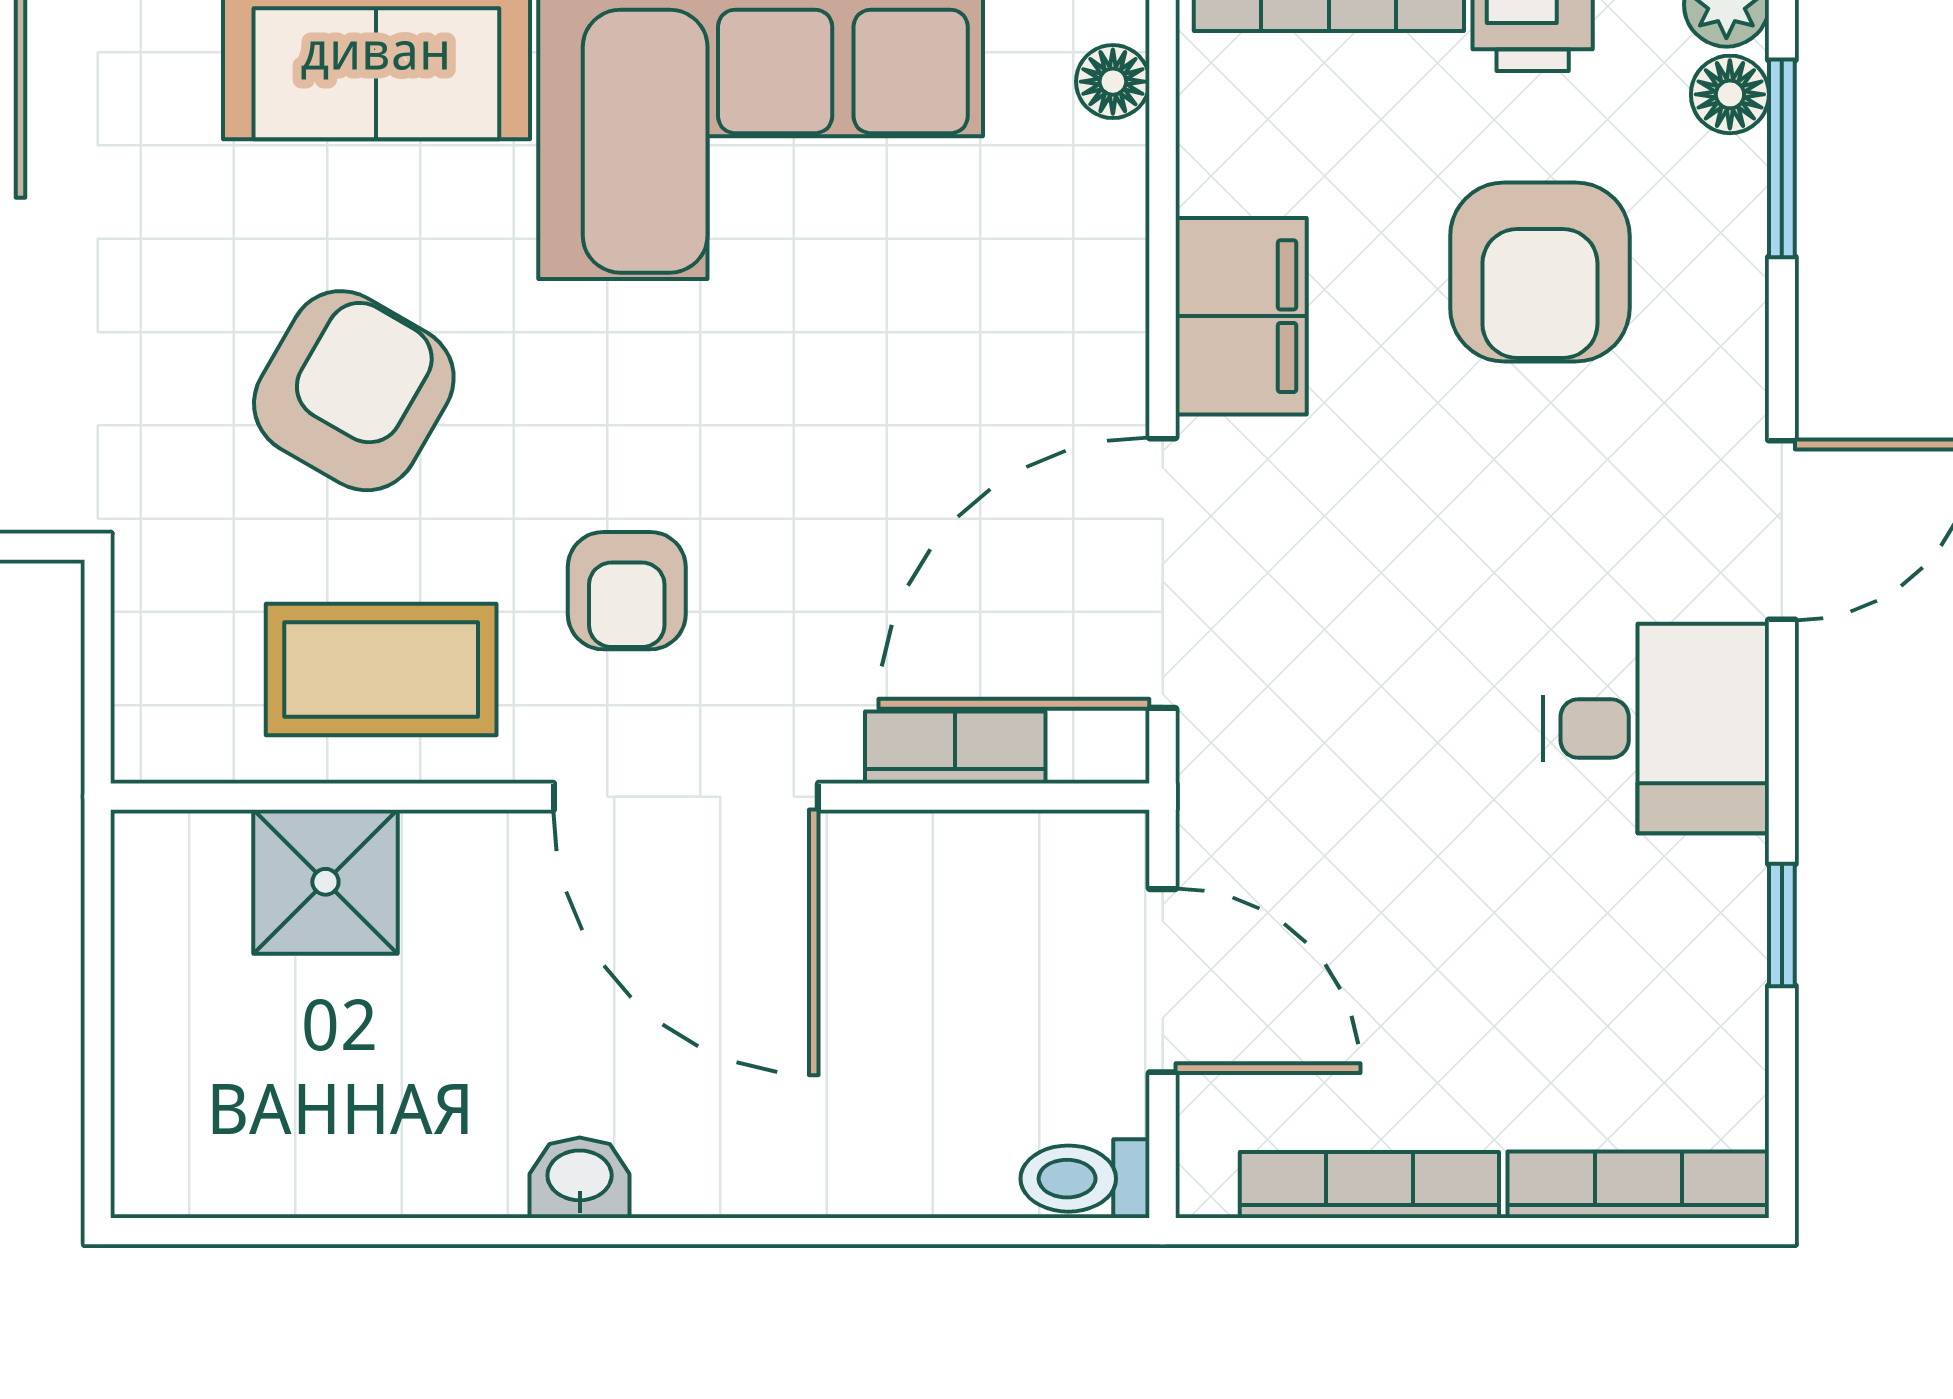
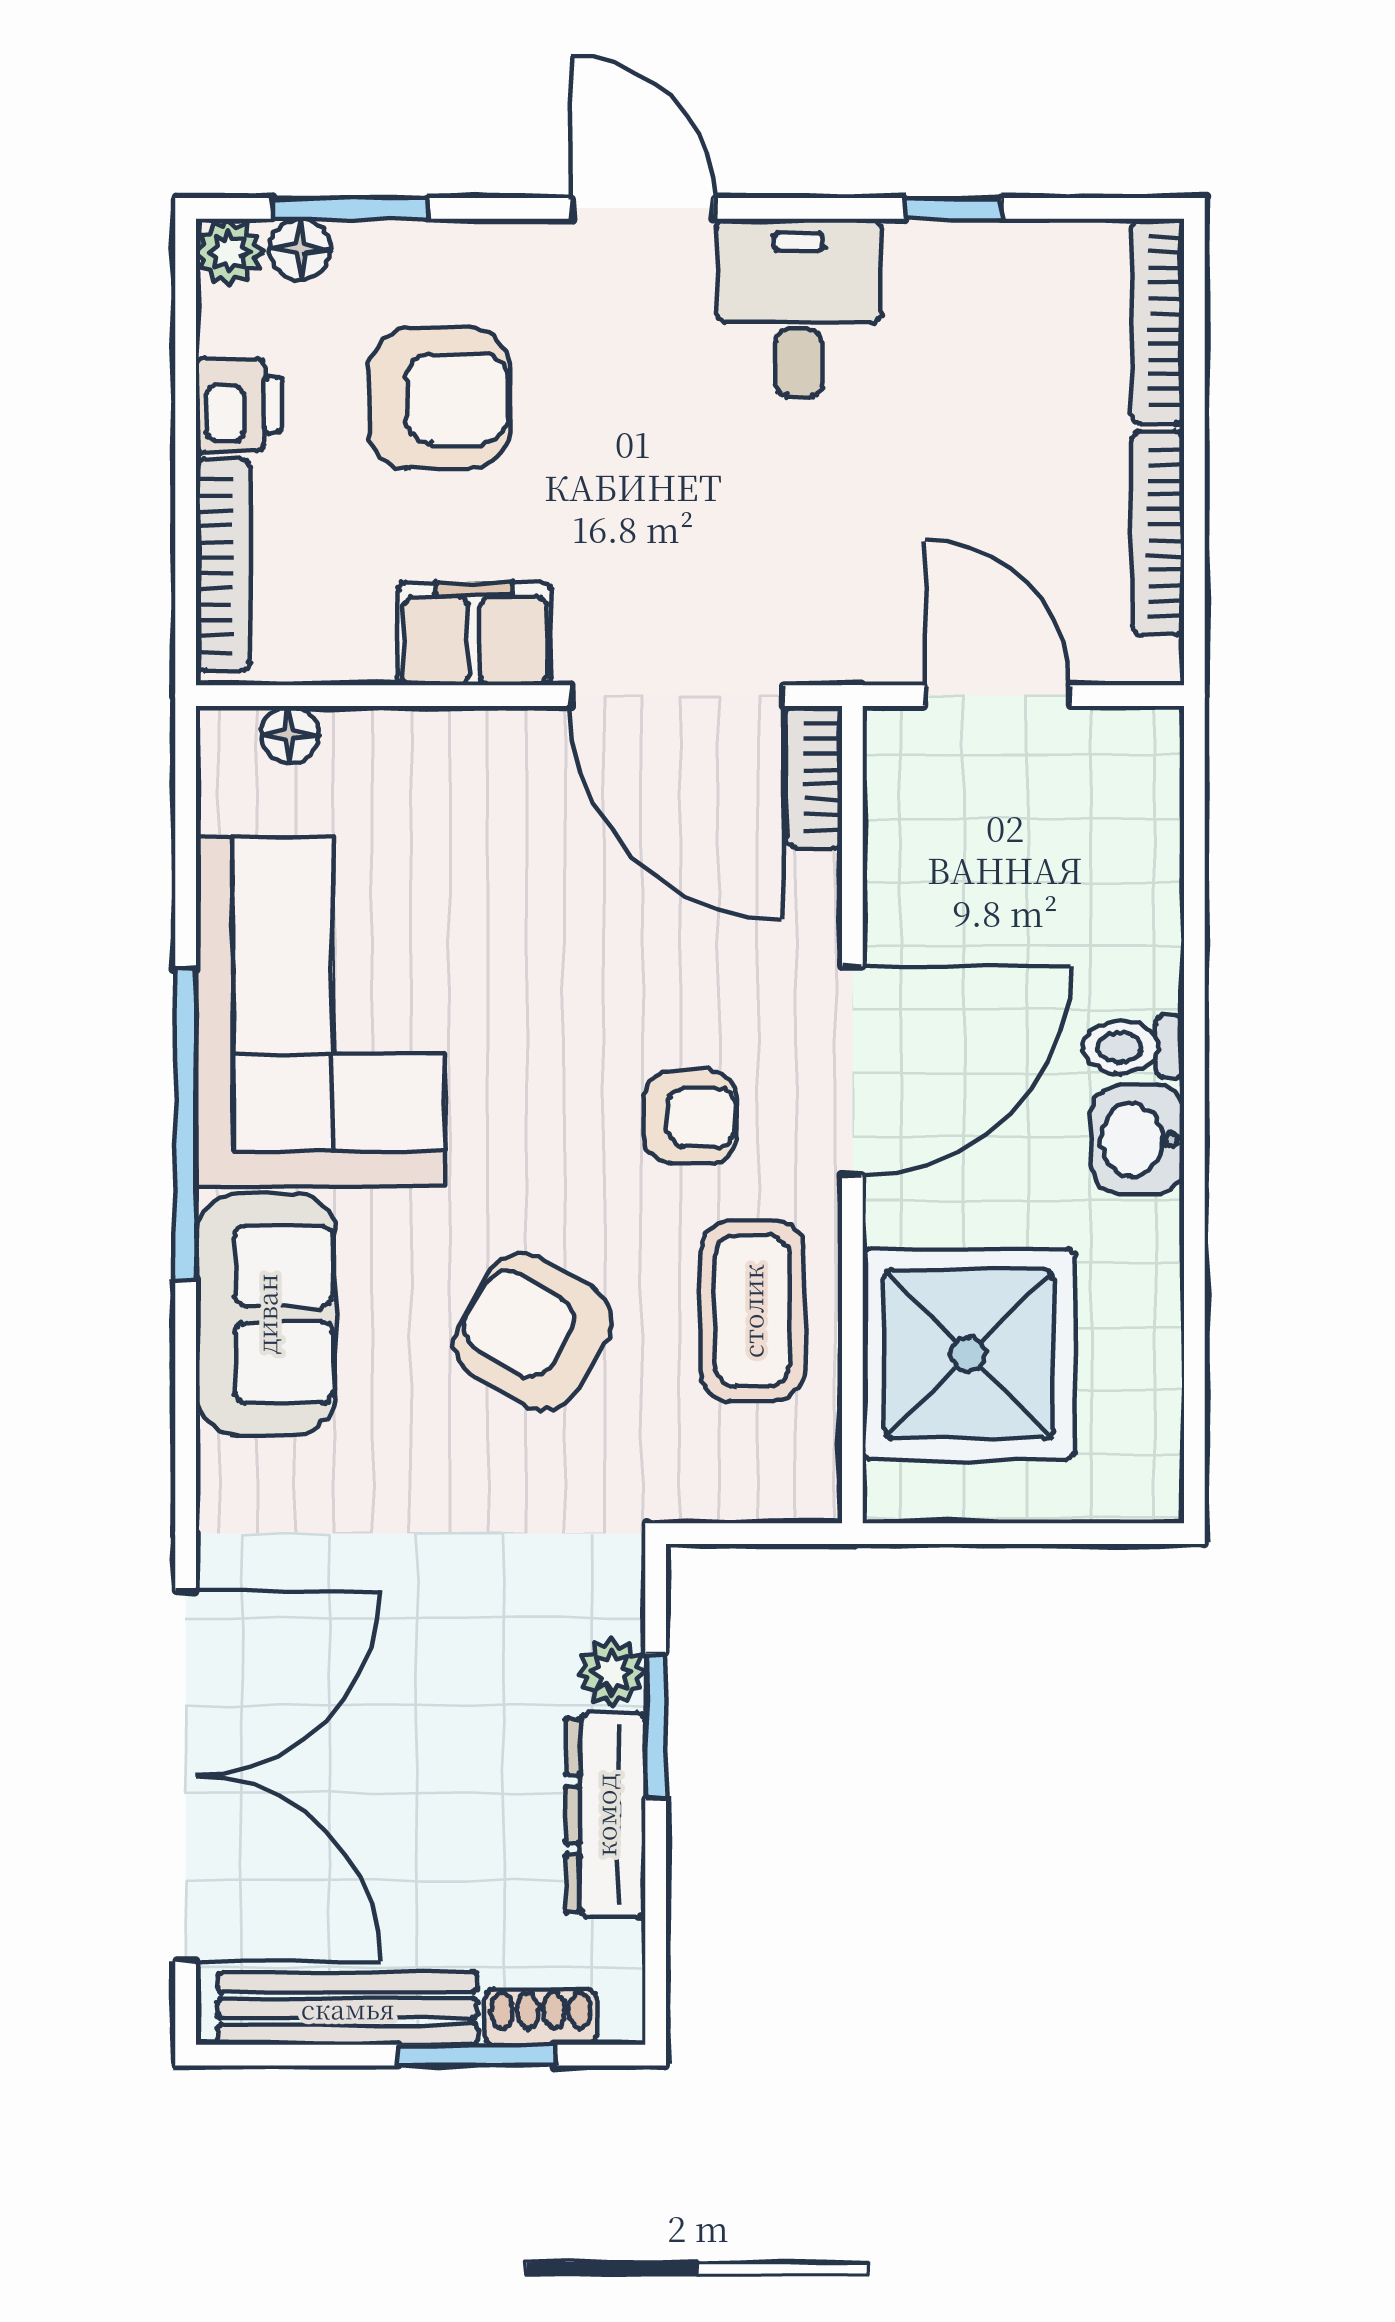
bookcase: (955, 748) -> (814, 777), moved
shower: (325, 882) -> (968, 1354), width x1.86, depth x1.86
door: (1163, 981) -> (997, 696), hinge flipped
washbasin: (580, 1178) -> (1138, 1139), width x1.38, depth x1.45
toilet: (1085, 1179) -> (1133, 1047), moved, turned 90

